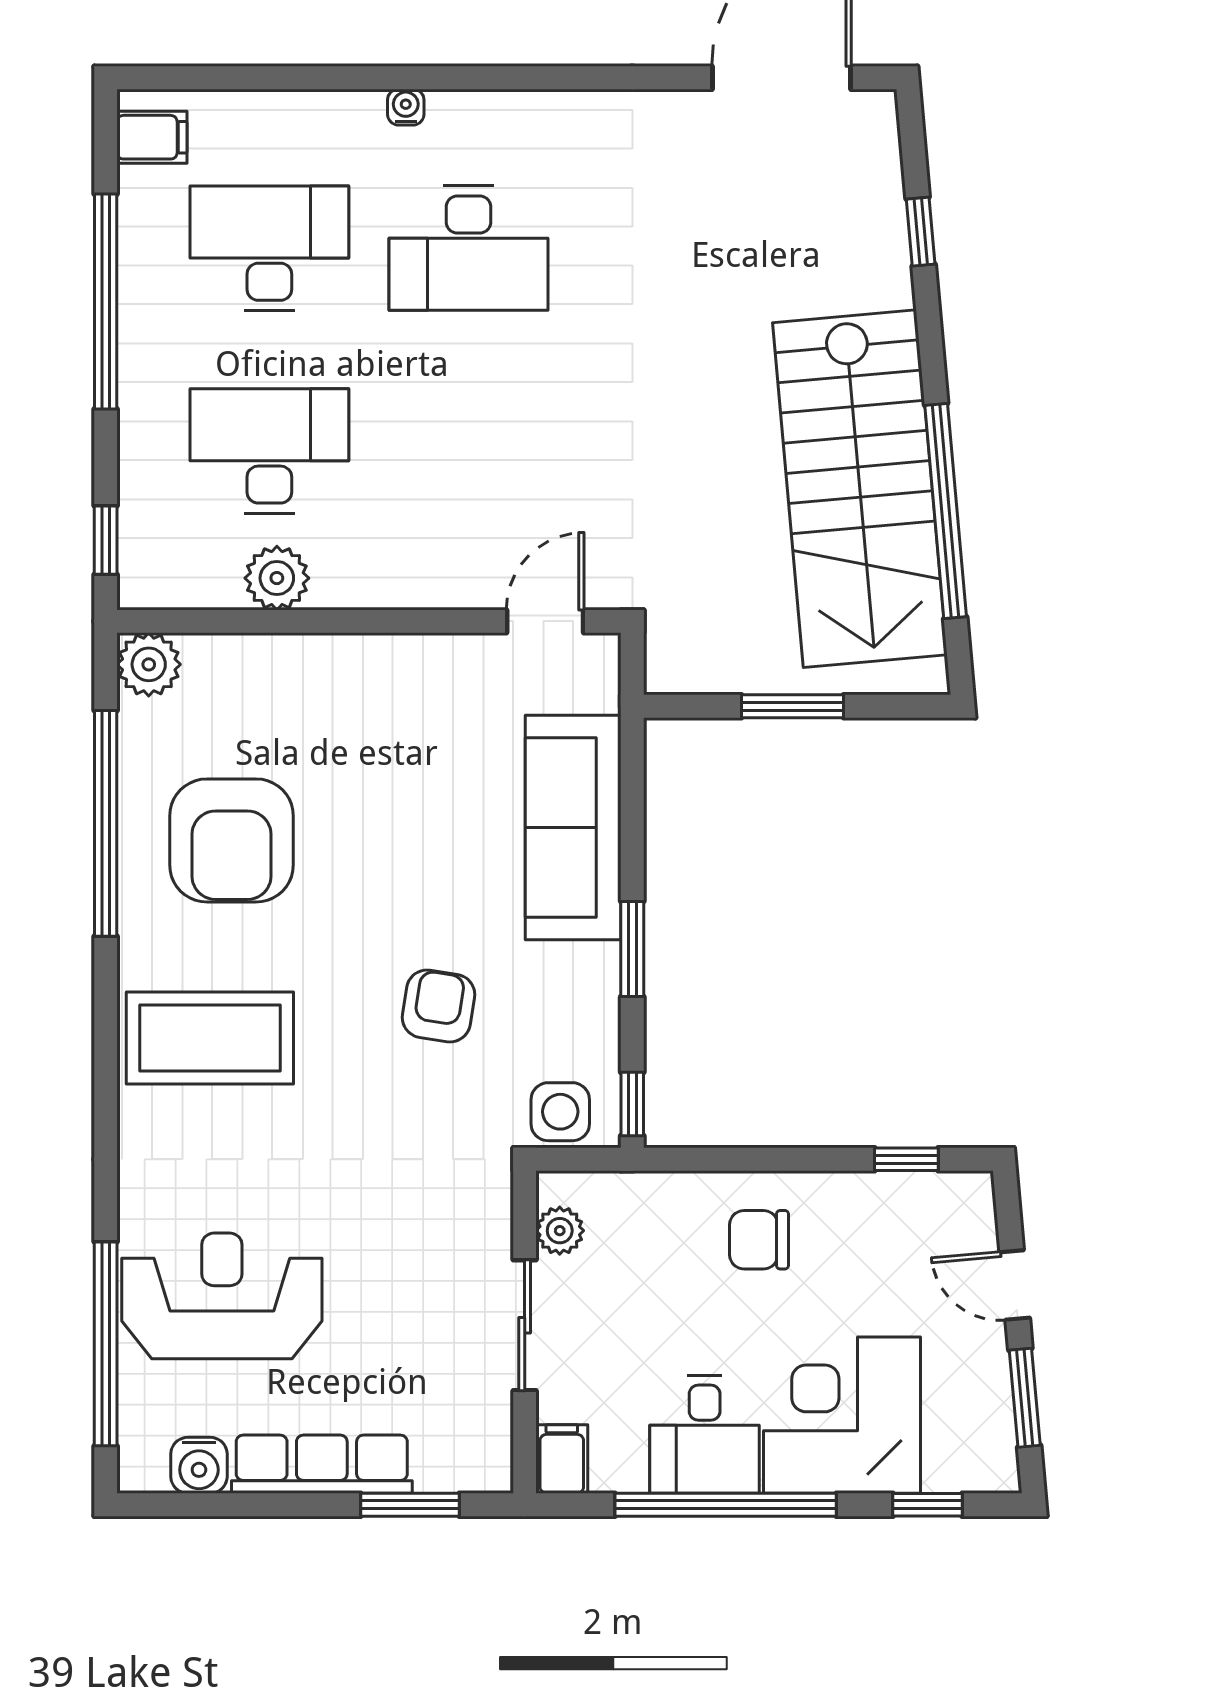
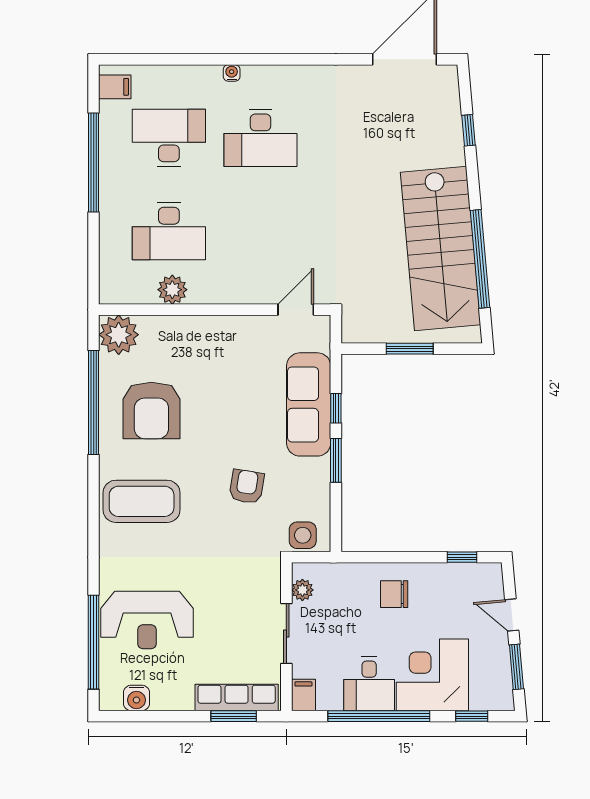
desk: (269, 451) -> (169, 231), turned 180
window: (106, 540) -> (94, 272), removed
plant: (149, 664) -> (119, 335), width x1.36, depth x1.36
window: (632, 1104) -> (336, 408), moved
reception desk: (222, 1296) -> (147, 620), turned 180
row of seats: (322, 1464) -> (237, 697), moved

